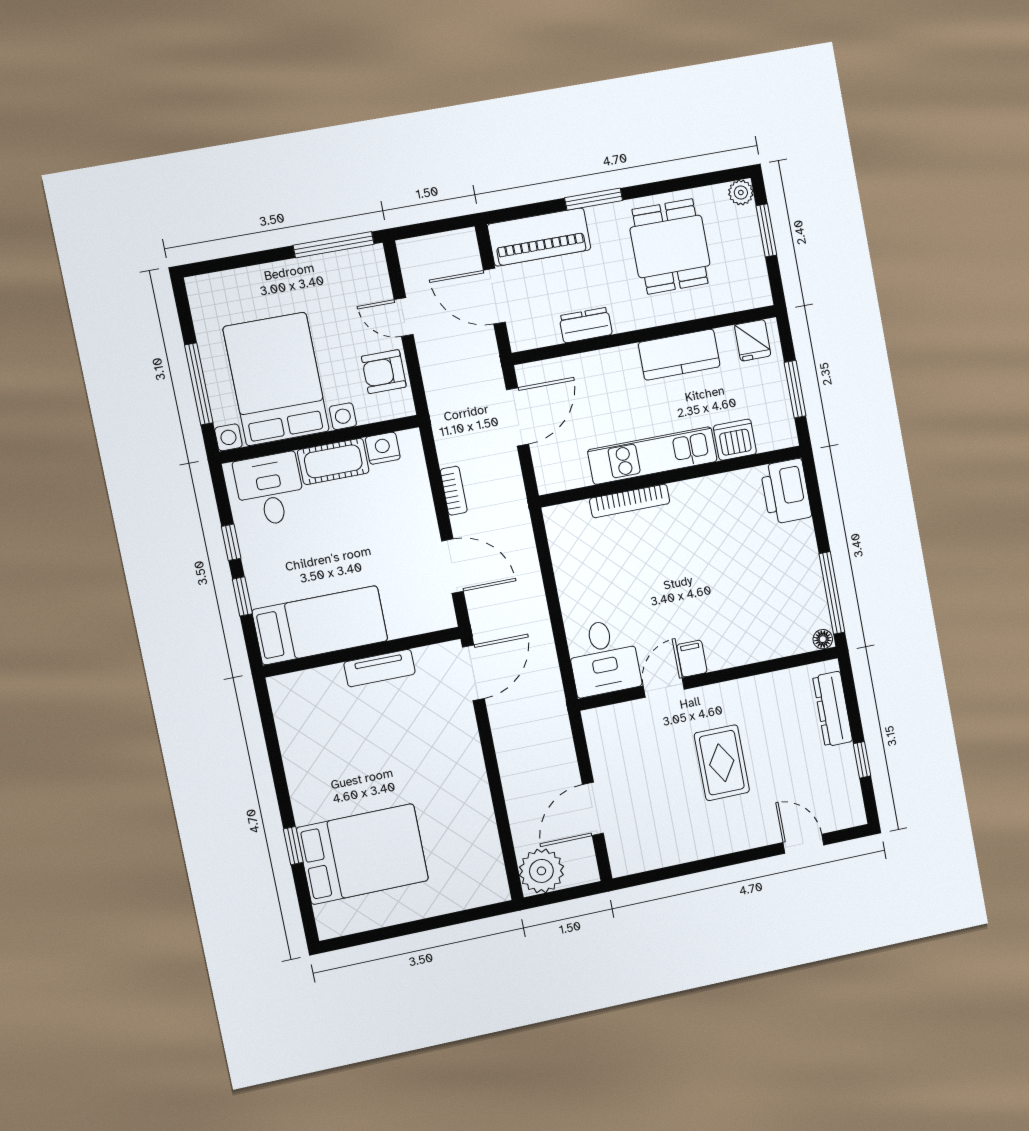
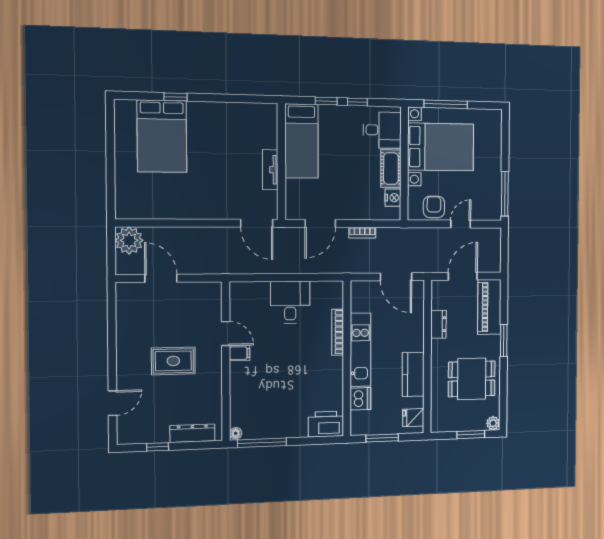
desk: (604, 657) -> (290, 302), moved, turned 90

